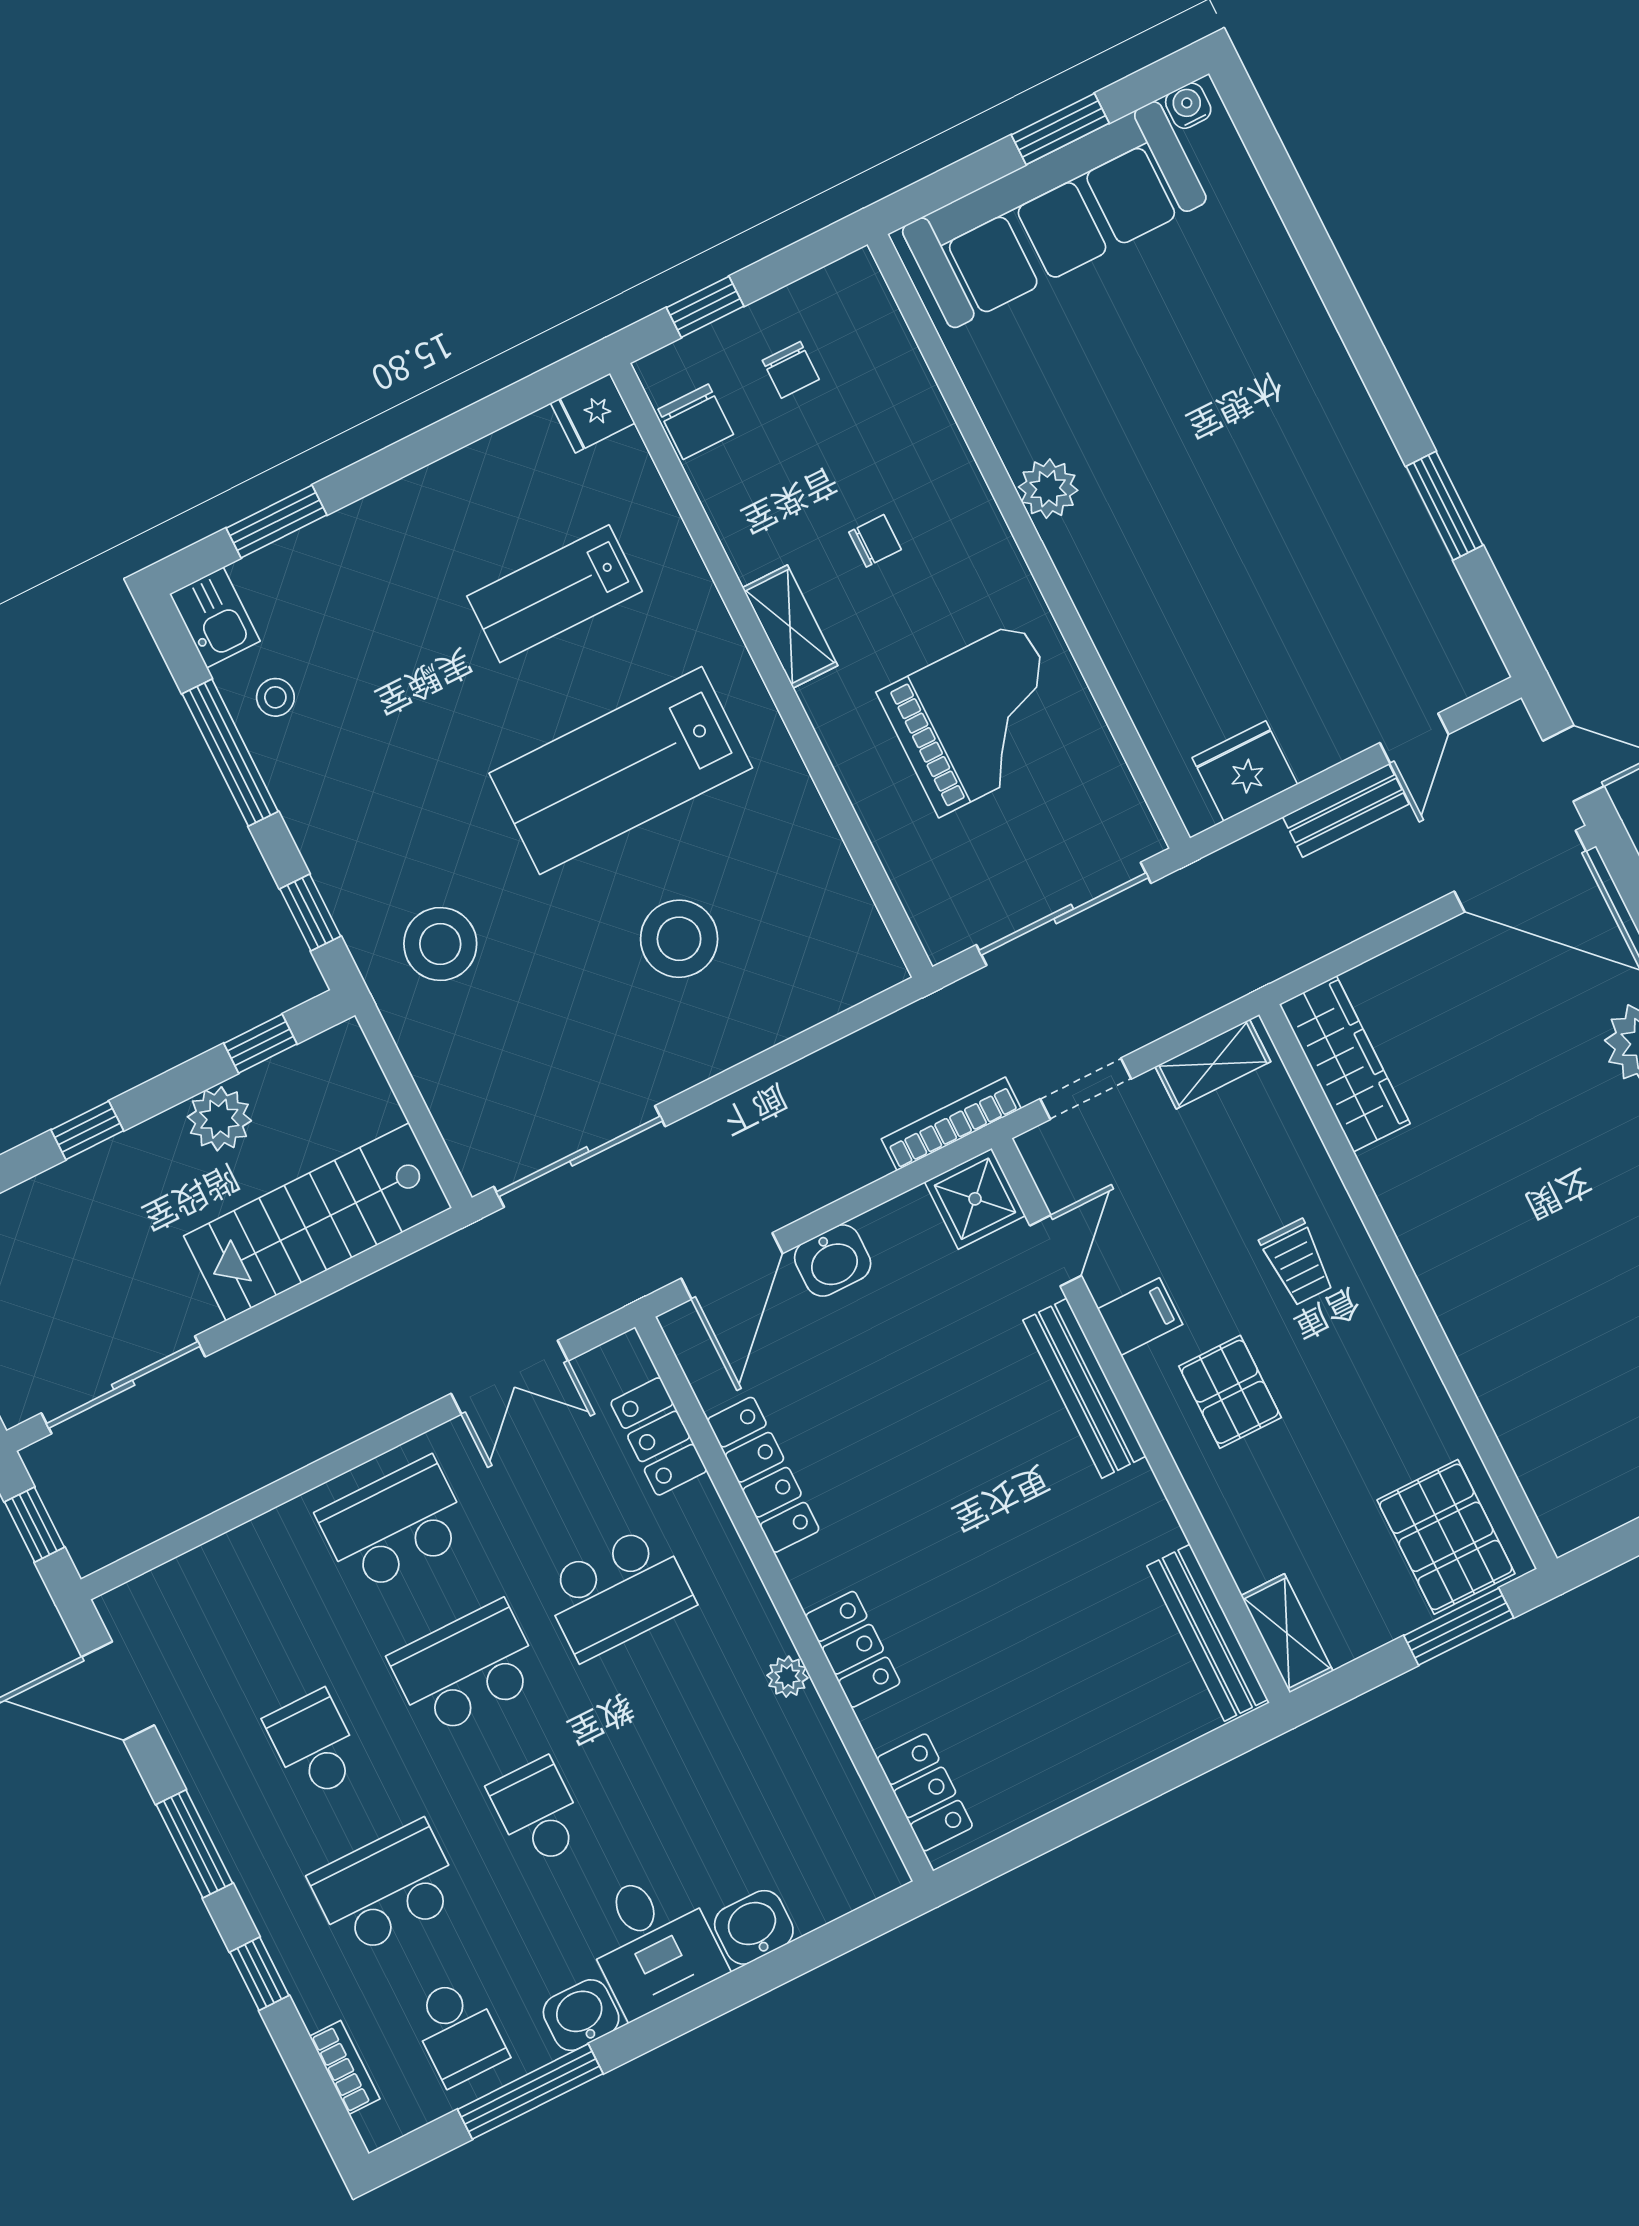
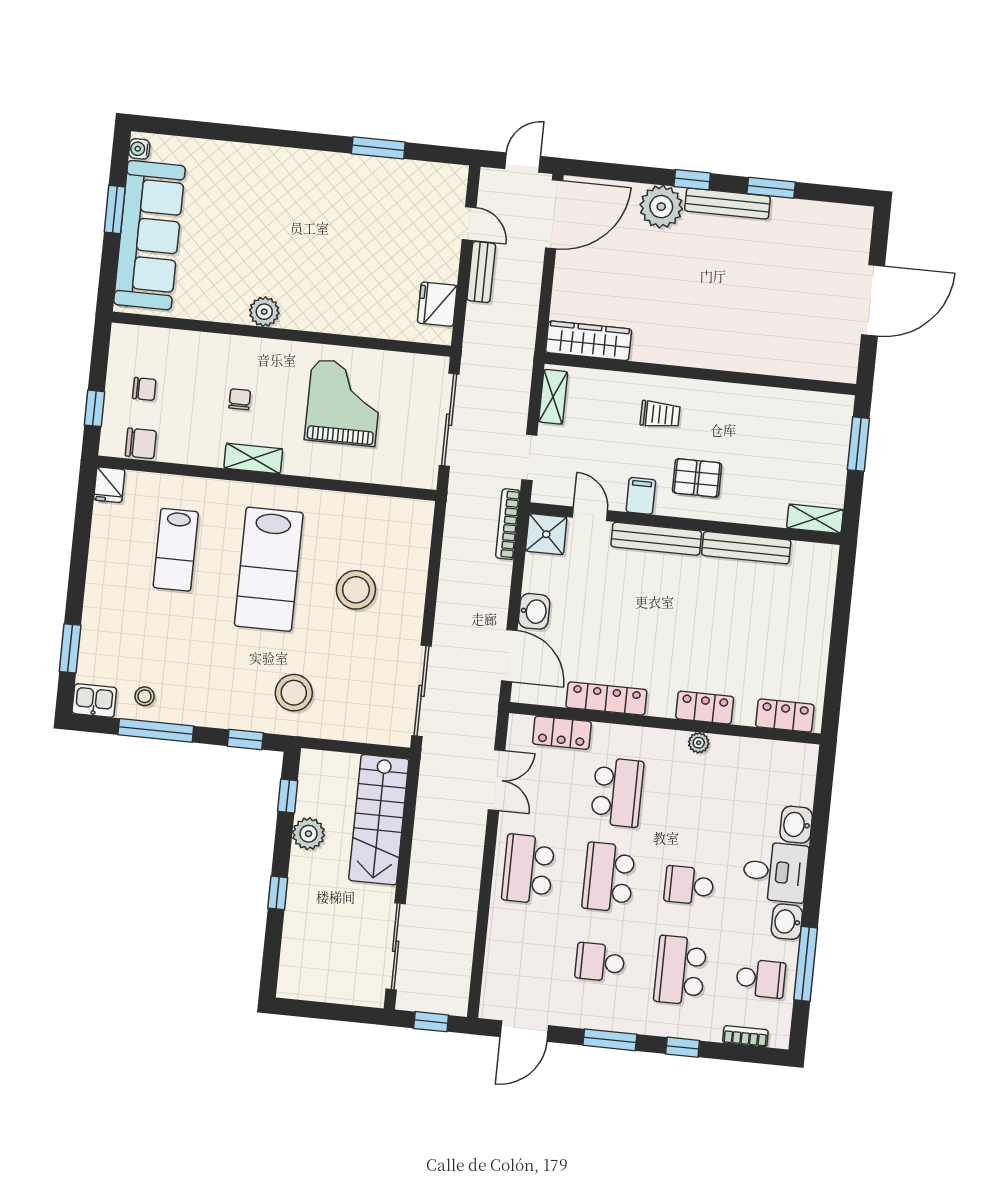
pallet: (1446, 1537) -> (817, 425), removed
bench: (1207, 1633) -> (746, 548), moved

